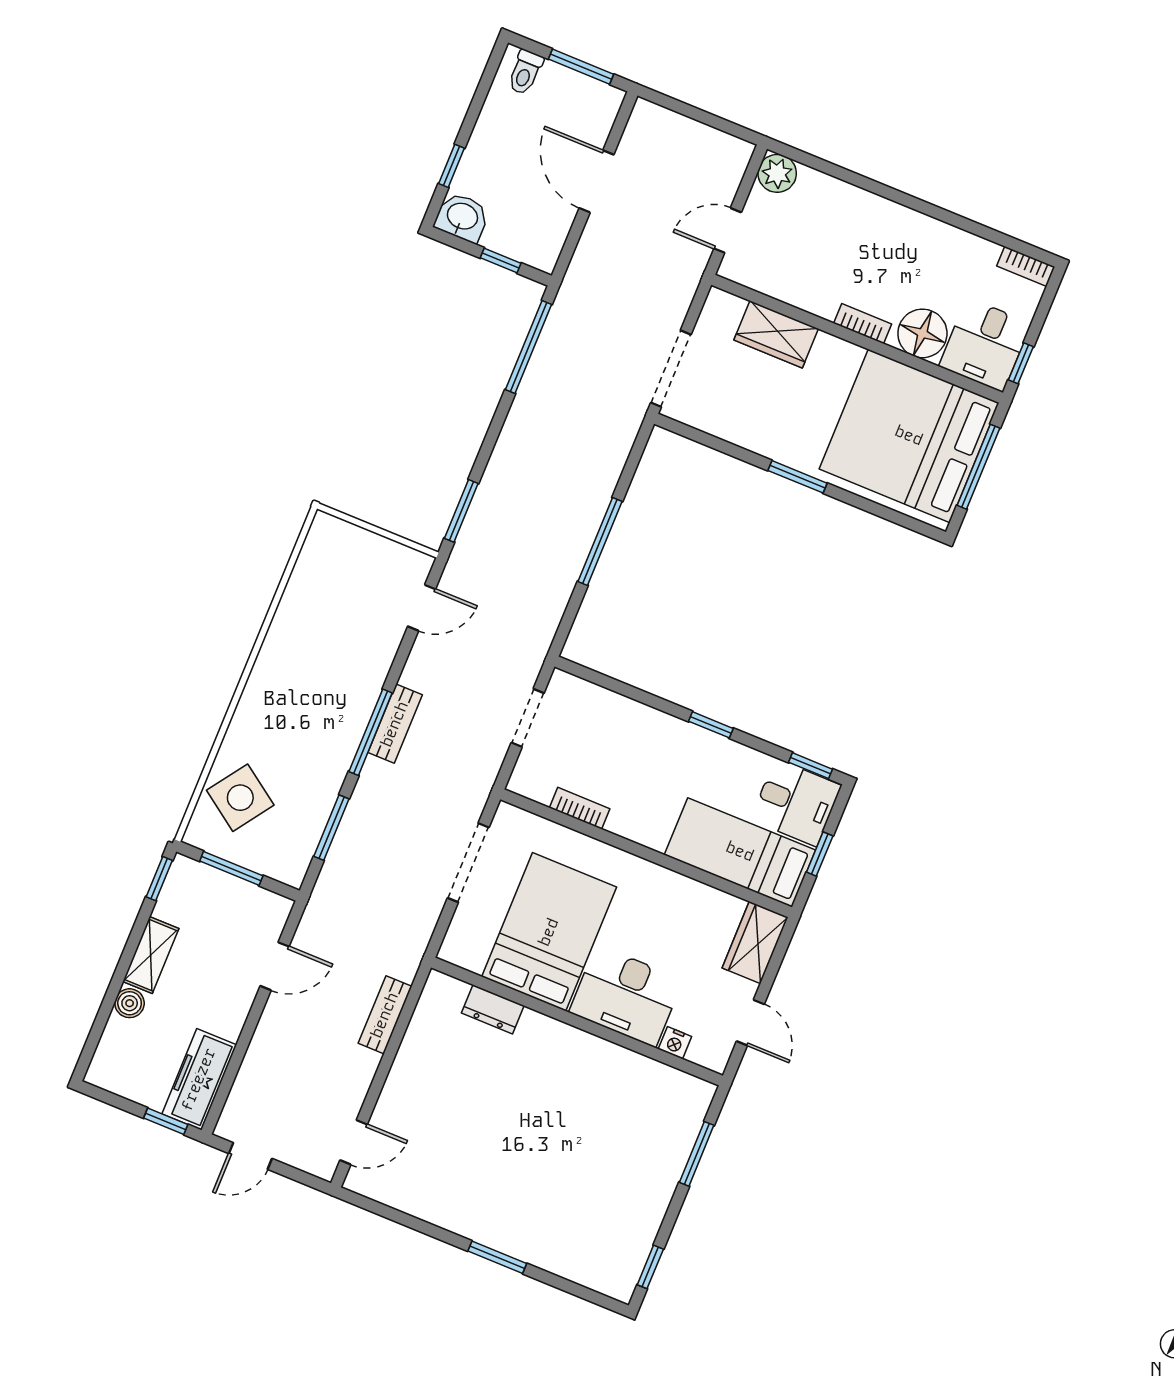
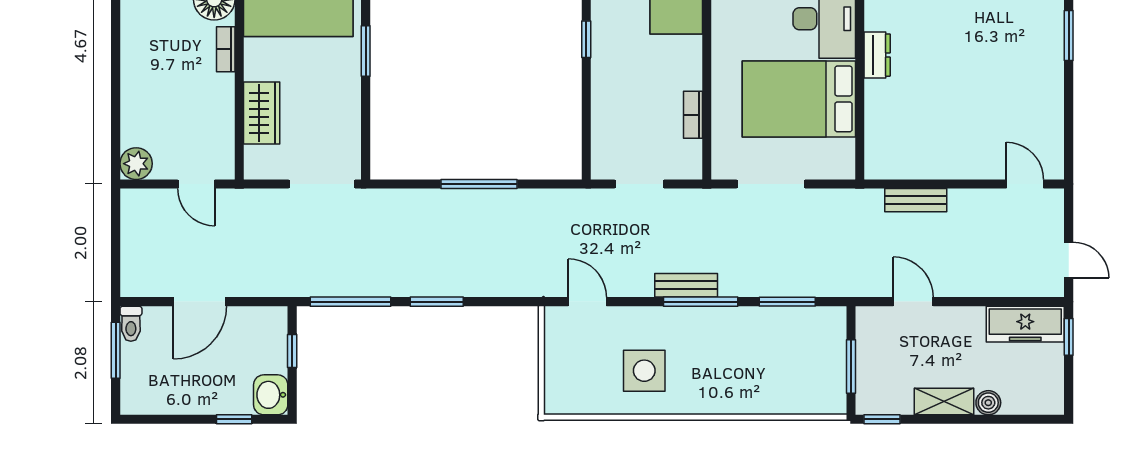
toilet: (525, 72) -> (131, 324), moved, turned 90
window: (461, 511) -> (437, 302), moved
side table: (240, 798) -> (644, 371), moved, turned -35
dresser: (493, 1009) -> (877, 55), moved

